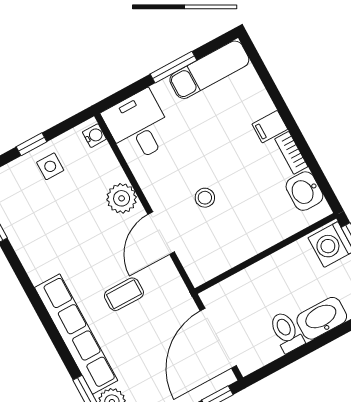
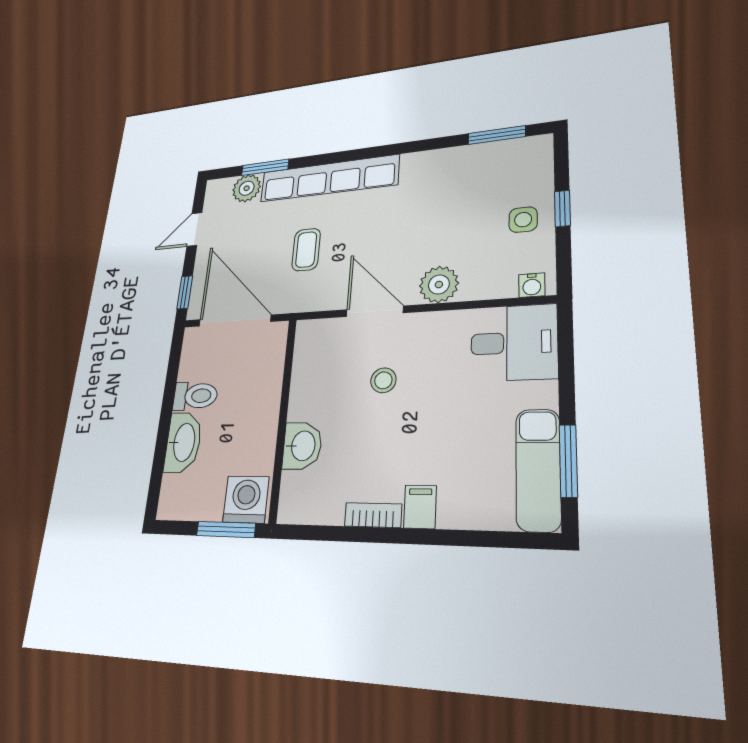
window: (173, 67) -> (568, 461), moved
washbasin: (304, 191) -> (302, 446), moved, turned 90
coffee table: (124, 294) -> (306, 250), moved

